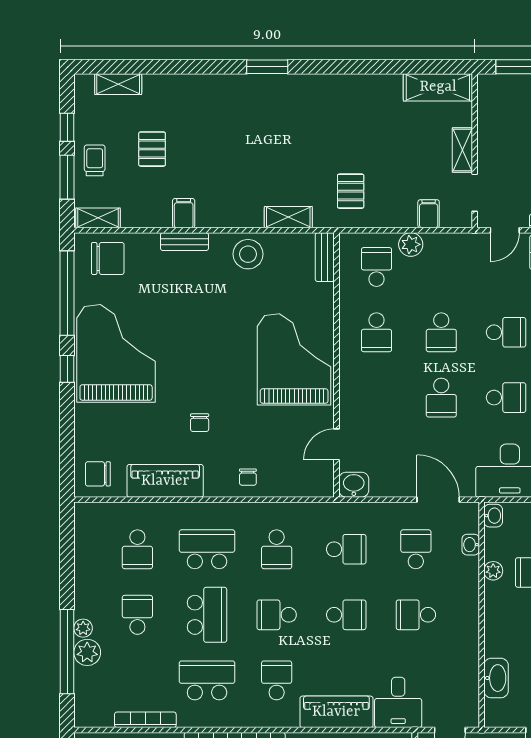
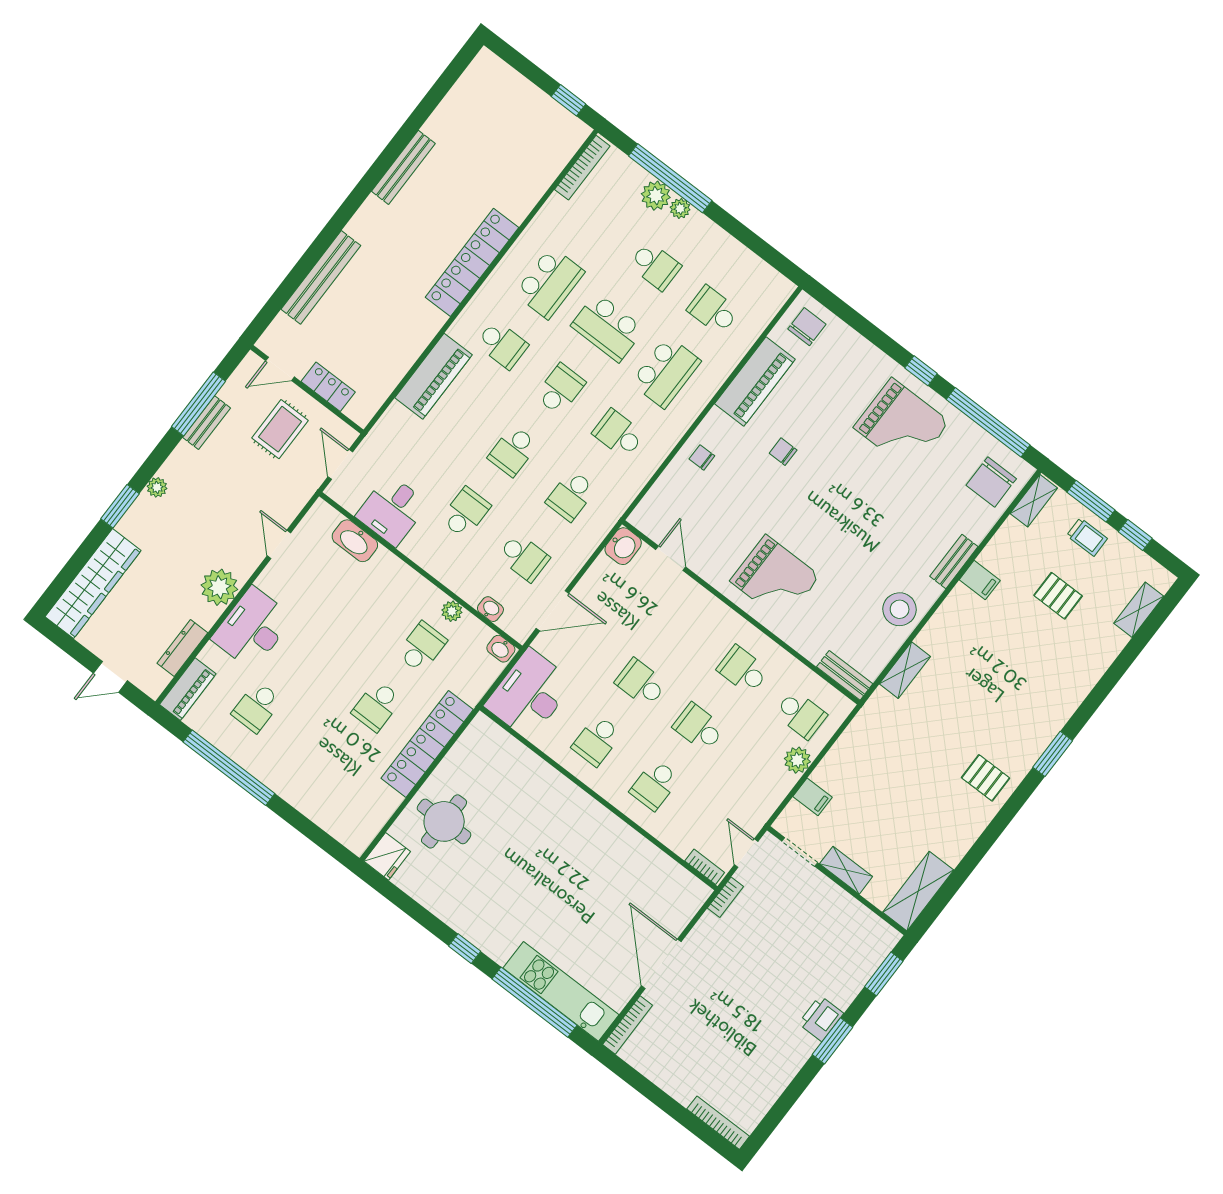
pallet: (351, 191) -> (986, 778), moved
grand piano: (116, 353) -> (901, 425), width x0.73, depth x0.68
grand piano: (294, 359) -> (775, 578), width x0.73, depth x0.68
desk: (398, 702) -> (392, 510), moved, turned -90
bookcase: (145, 720) -> (582, 168), moved

